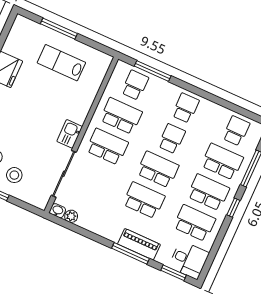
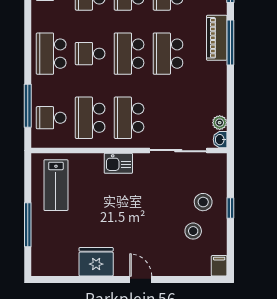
lab bench: (61, 63) -> (56, 185), moved
school desk: (186, 108) -> (51, 54), width x1.85
kitchen sink: (70, 134) -> (118, 163), moved

